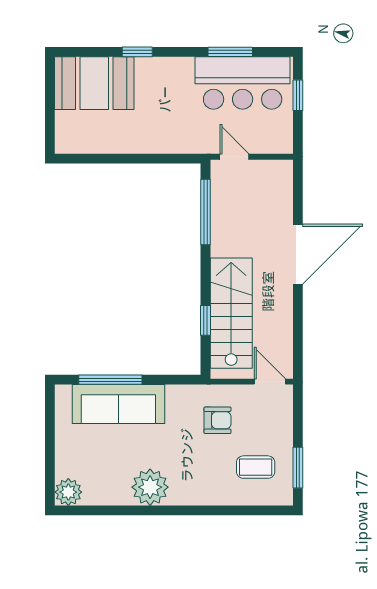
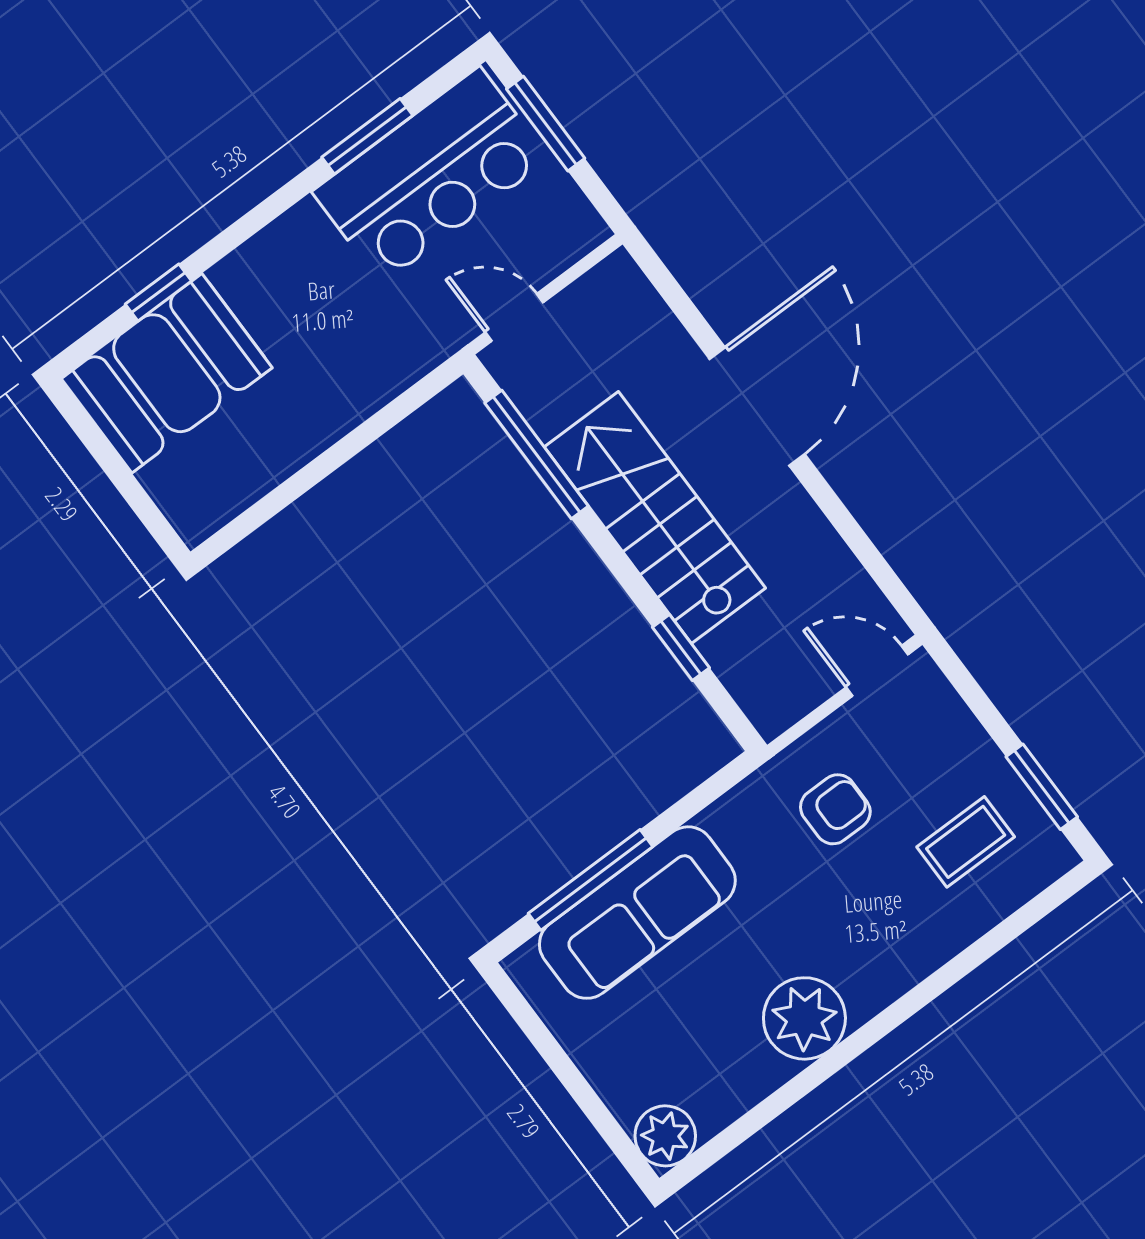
window: (137, 52) -> (158, 293), moved
window: (298, 95) -> (546, 124), width x1.50
stairs: (231, 313) -> (655, 518), moved

